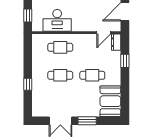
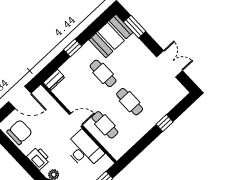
door: (104, 33) -> (76, 120), moved
window: (125, 61) -> (73, 48), moved
window: (87, 121) -> (135, 27), moved

